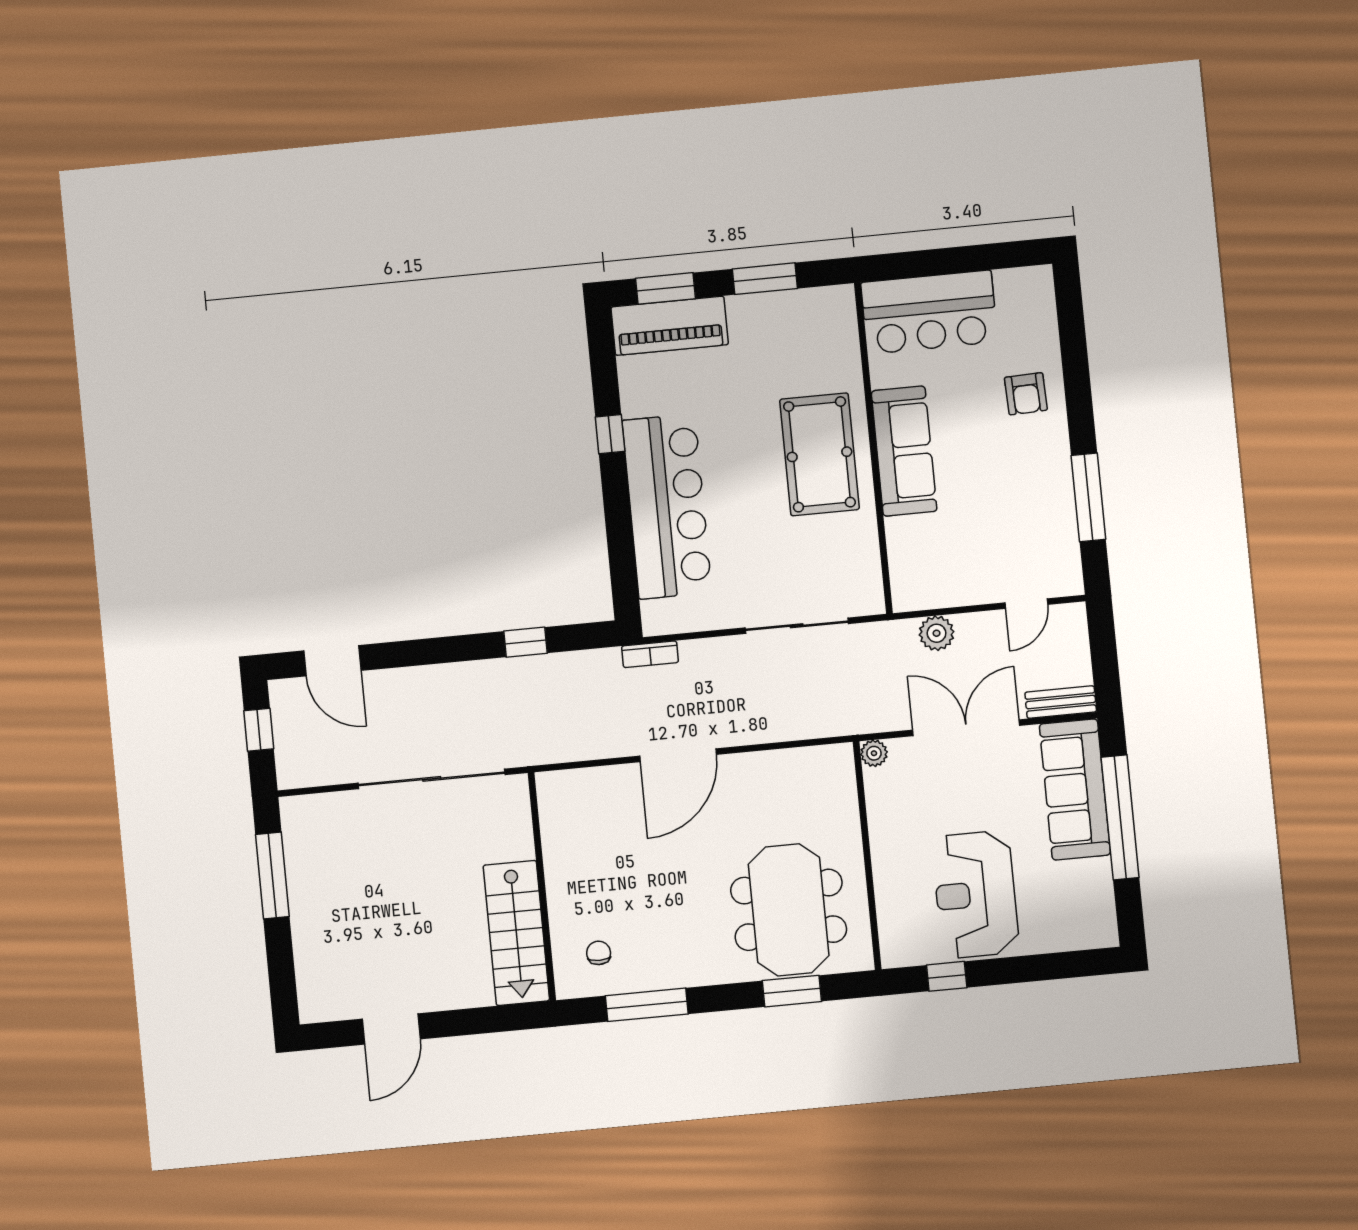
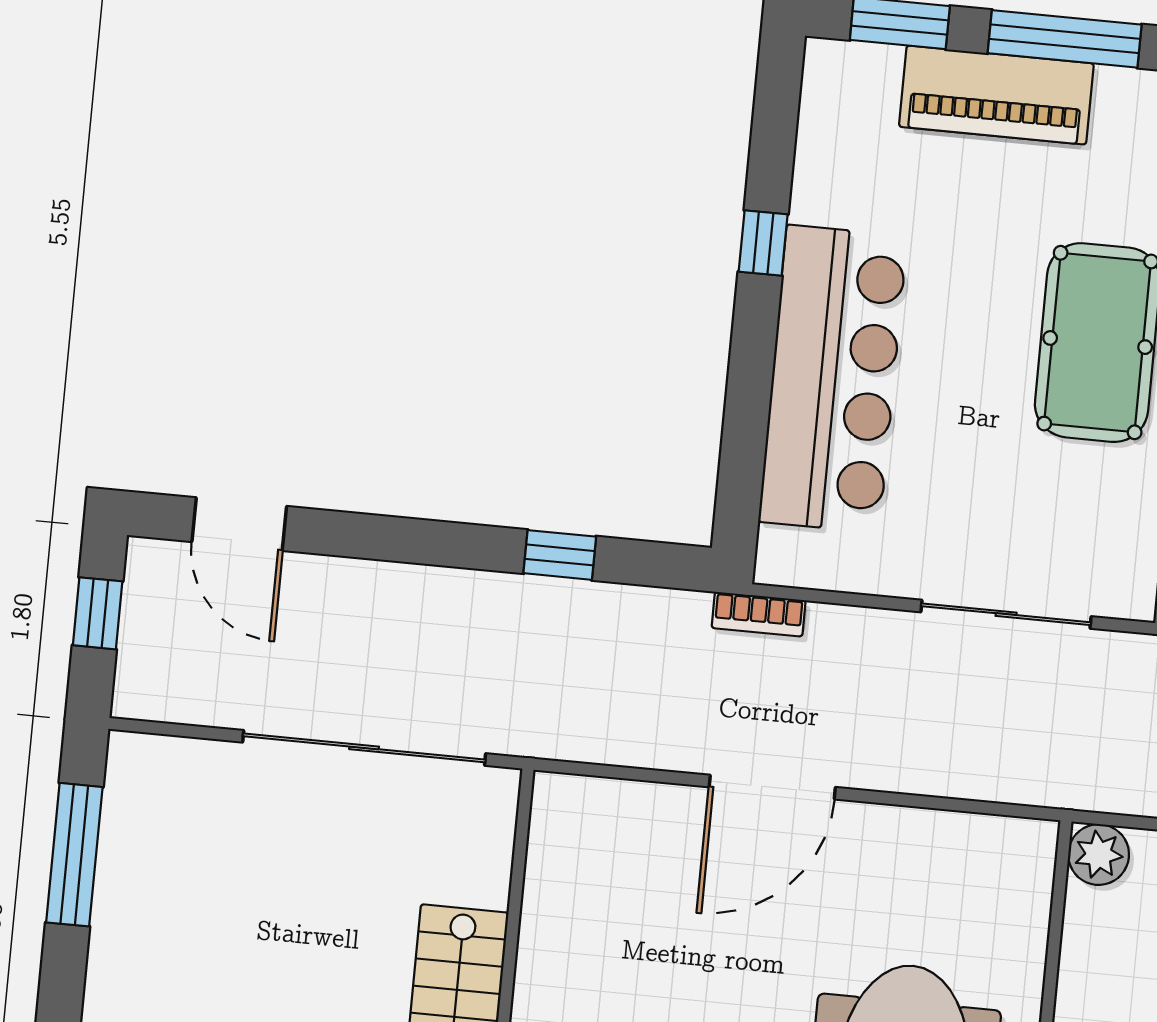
window: (765, 279) -> (1065, 39), width x1.44
piano: (670, 326) -> (996, 95), moved
plant: (874, 753) -> (1099, 855), width x1.38, depth x1.38

